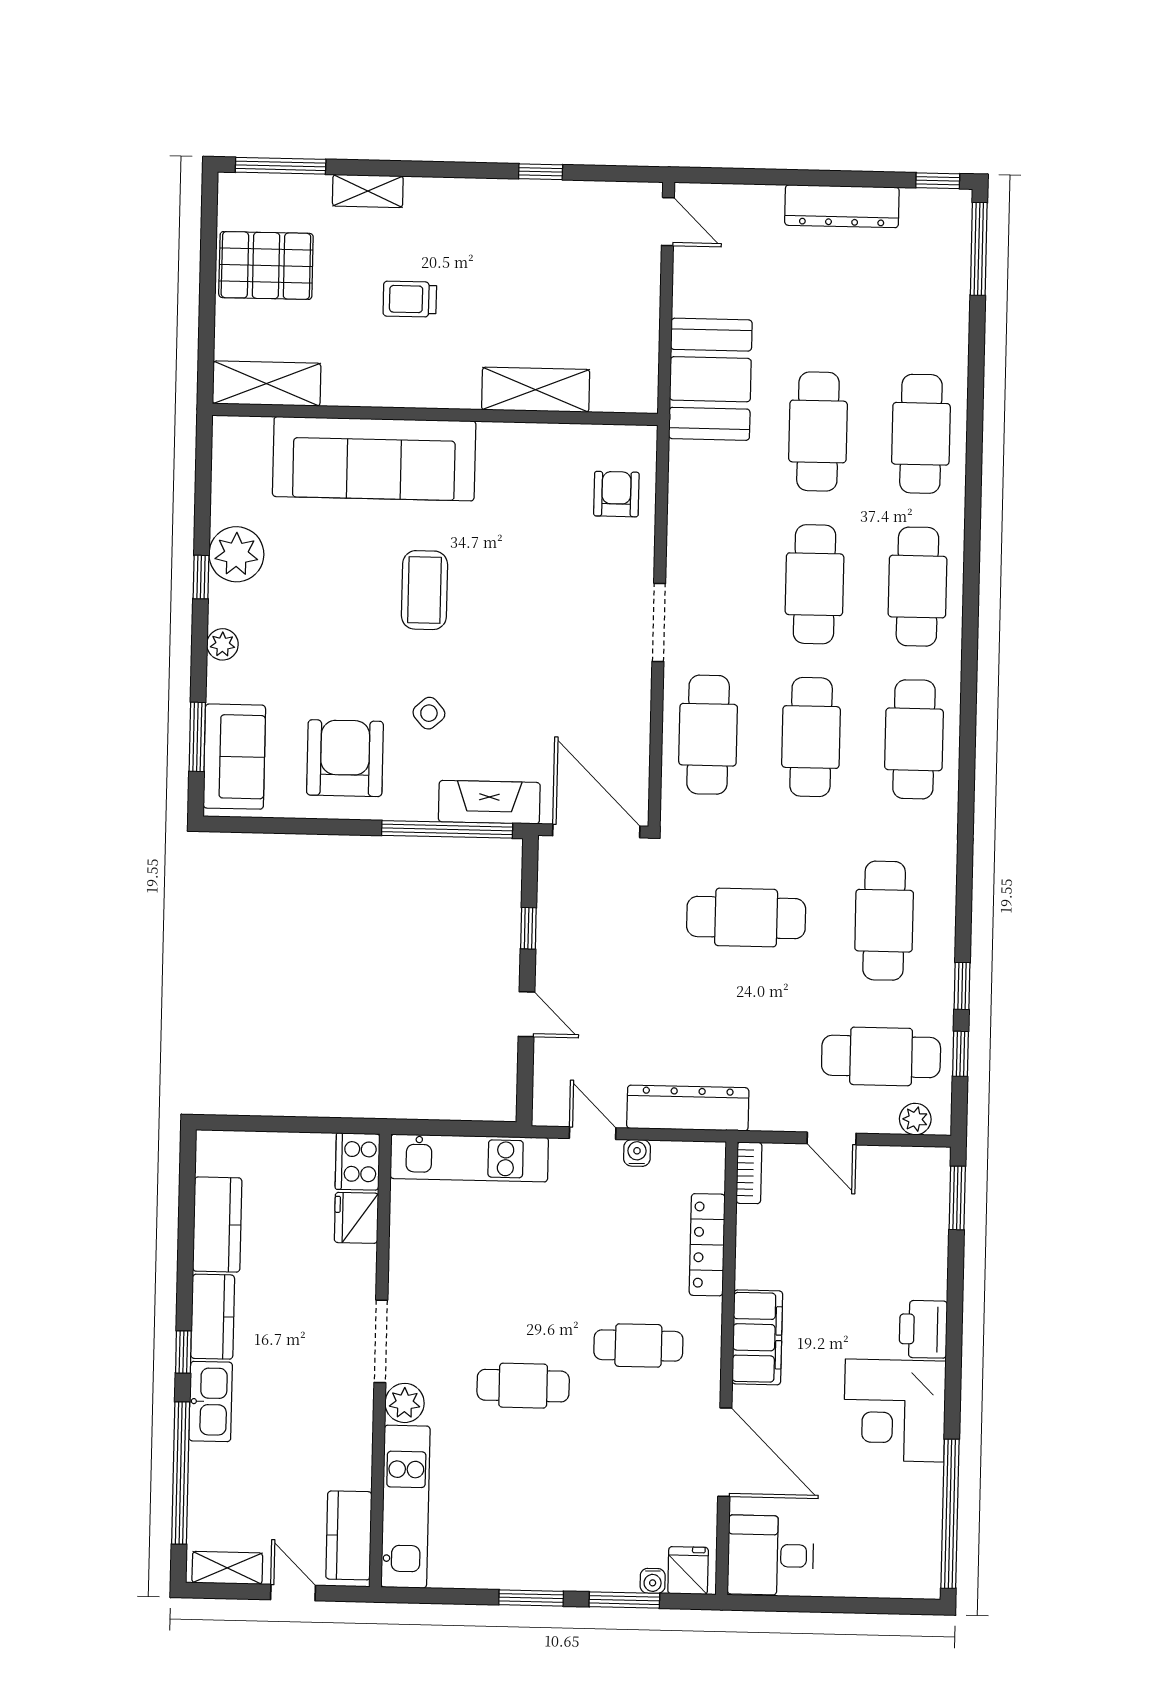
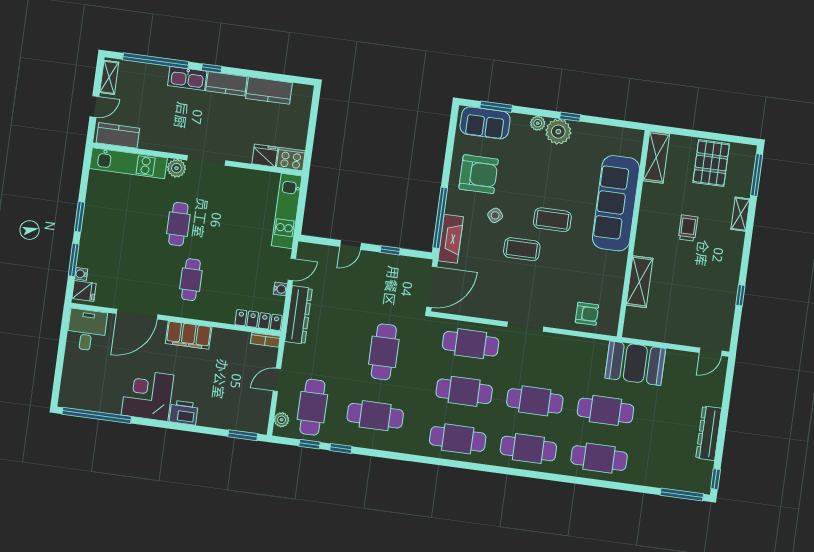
plant: (236, 554) -> (558, 132), moved
coffee table: (495, 648) -> (522, 249), added
locker: (707, 1245) -> (258, 320), moved

